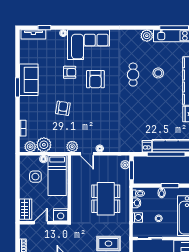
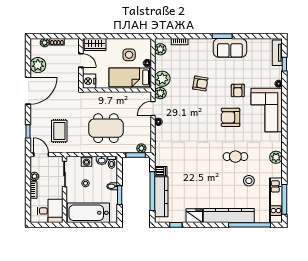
plant: (147, 36) -> (276, 157), moved
stool: (158, 73) -> (249, 181), moved
plant: (44, 145) -> (162, 79), moved

